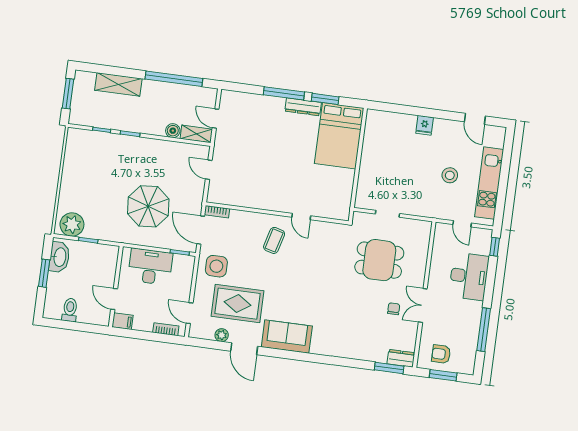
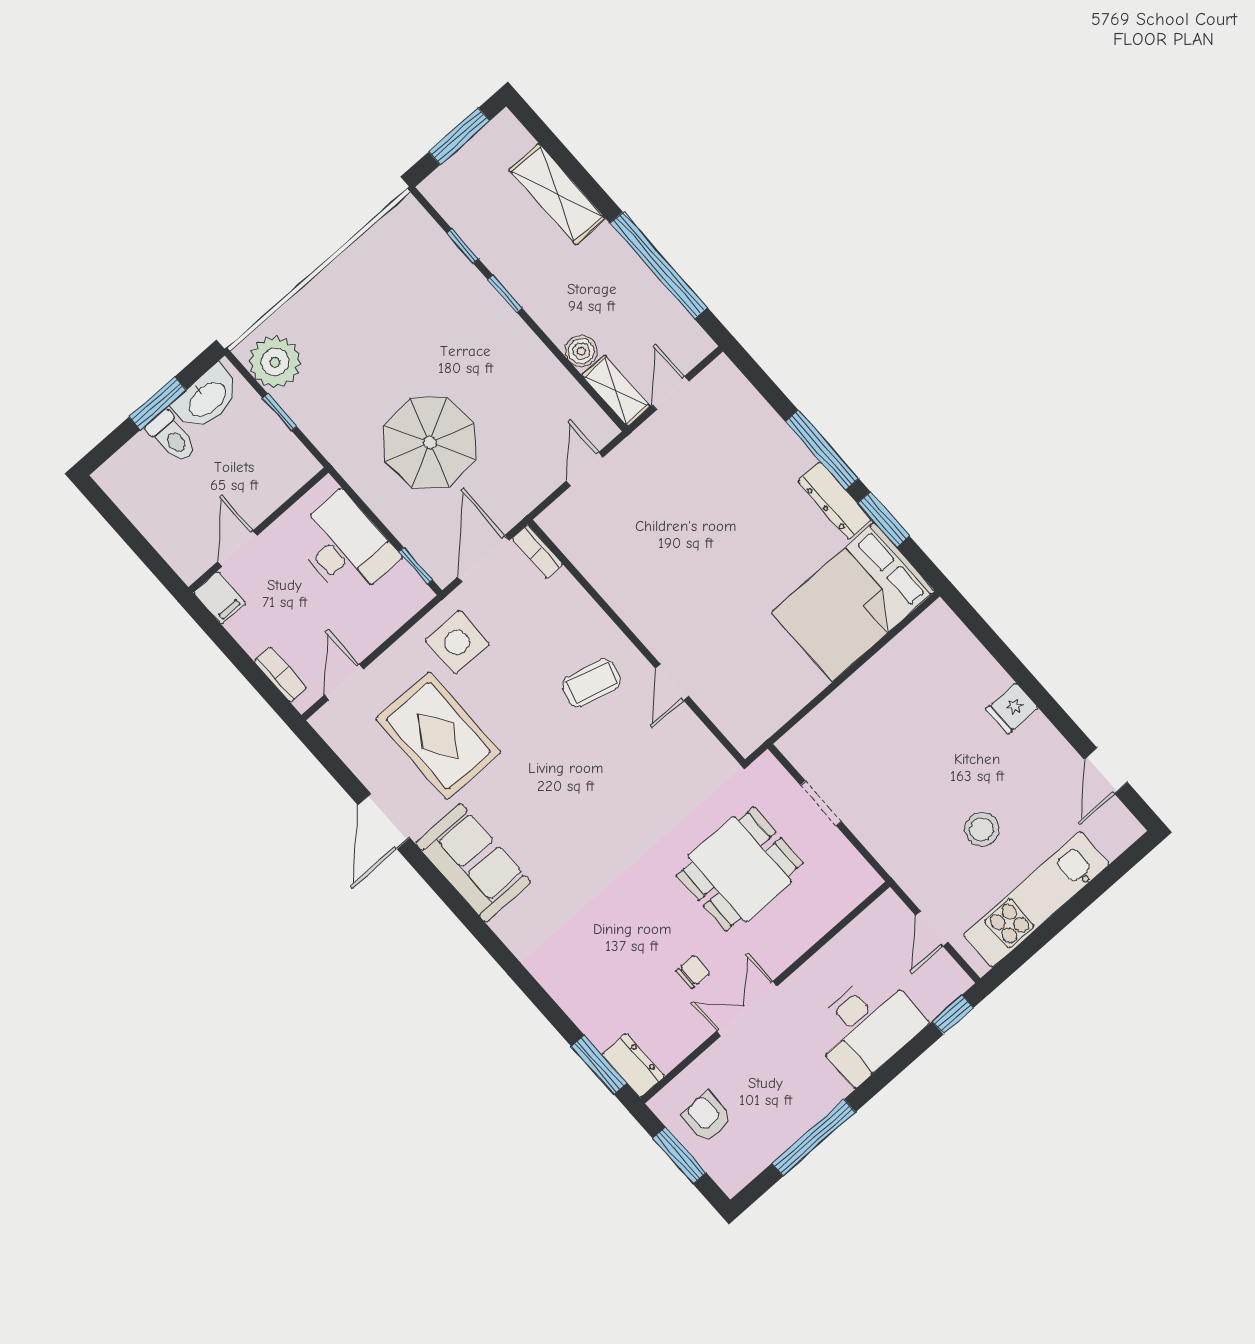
dining table: (379, 260) -> (740, 869), turned 90
toilet: (70, 310) -> (171, 437), moved, turned 90
plant: (222, 335) -> (366, 766), removed

